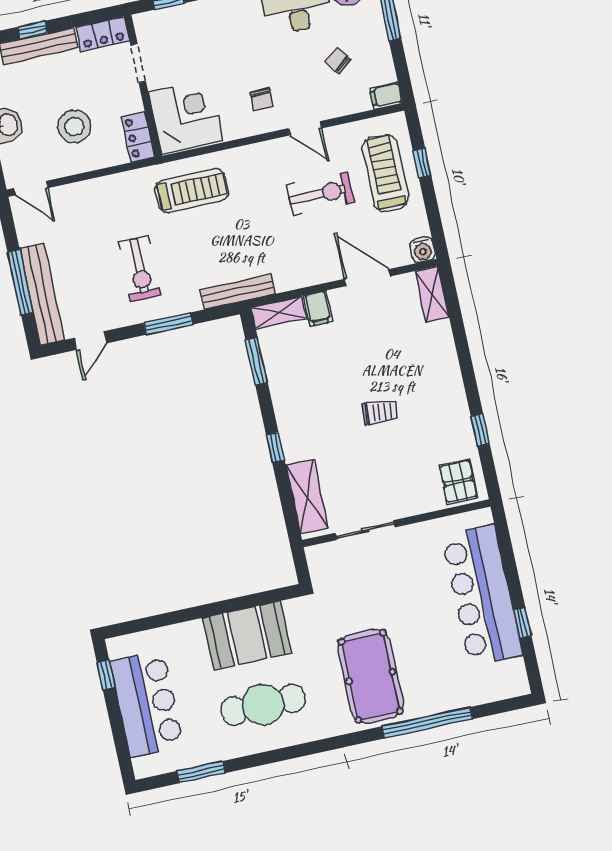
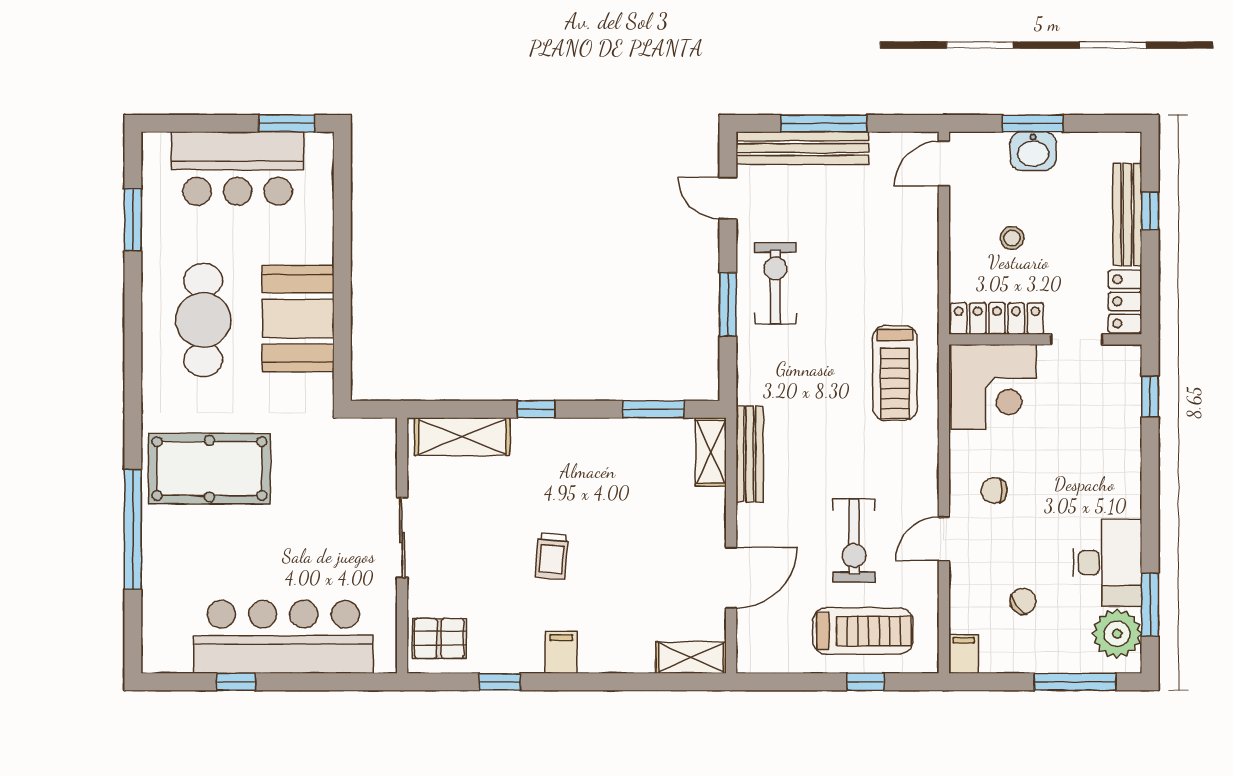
stool: (74, 127) -> (1012, 238), width x0.53, depth x0.53
locker: (138, 137) -> (997, 319), width x1.53
water cooler: (423, 250) -> (752, 658), removed
exercise bike: (140, 269) -> (775, 283), moved, turned 90
bench: (238, 292) -> (750, 454), moved
filing cabinet: (318, 308) -> (561, 652), moved, turned 90
sliding door: (365, 530) -> (402, 537), moved
window: (106, 675) -> (287, 123), width x1.50

